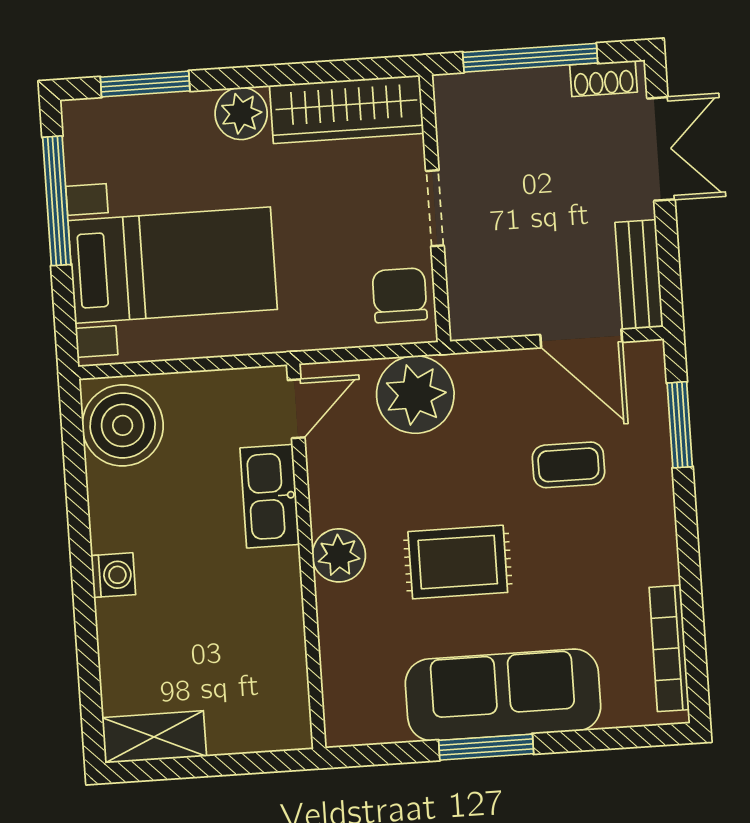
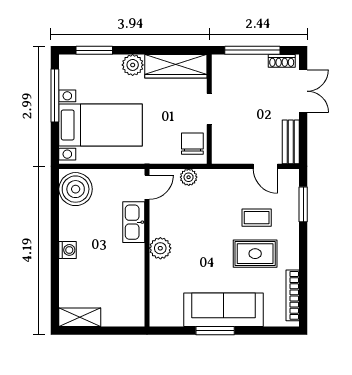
door: (581, 338) -> (265, 166), width x0.73
plant: (415, 395) -> (189, 177), width x0.53, depth x0.53
rug: (458, 562) -> (255, 254), moved

